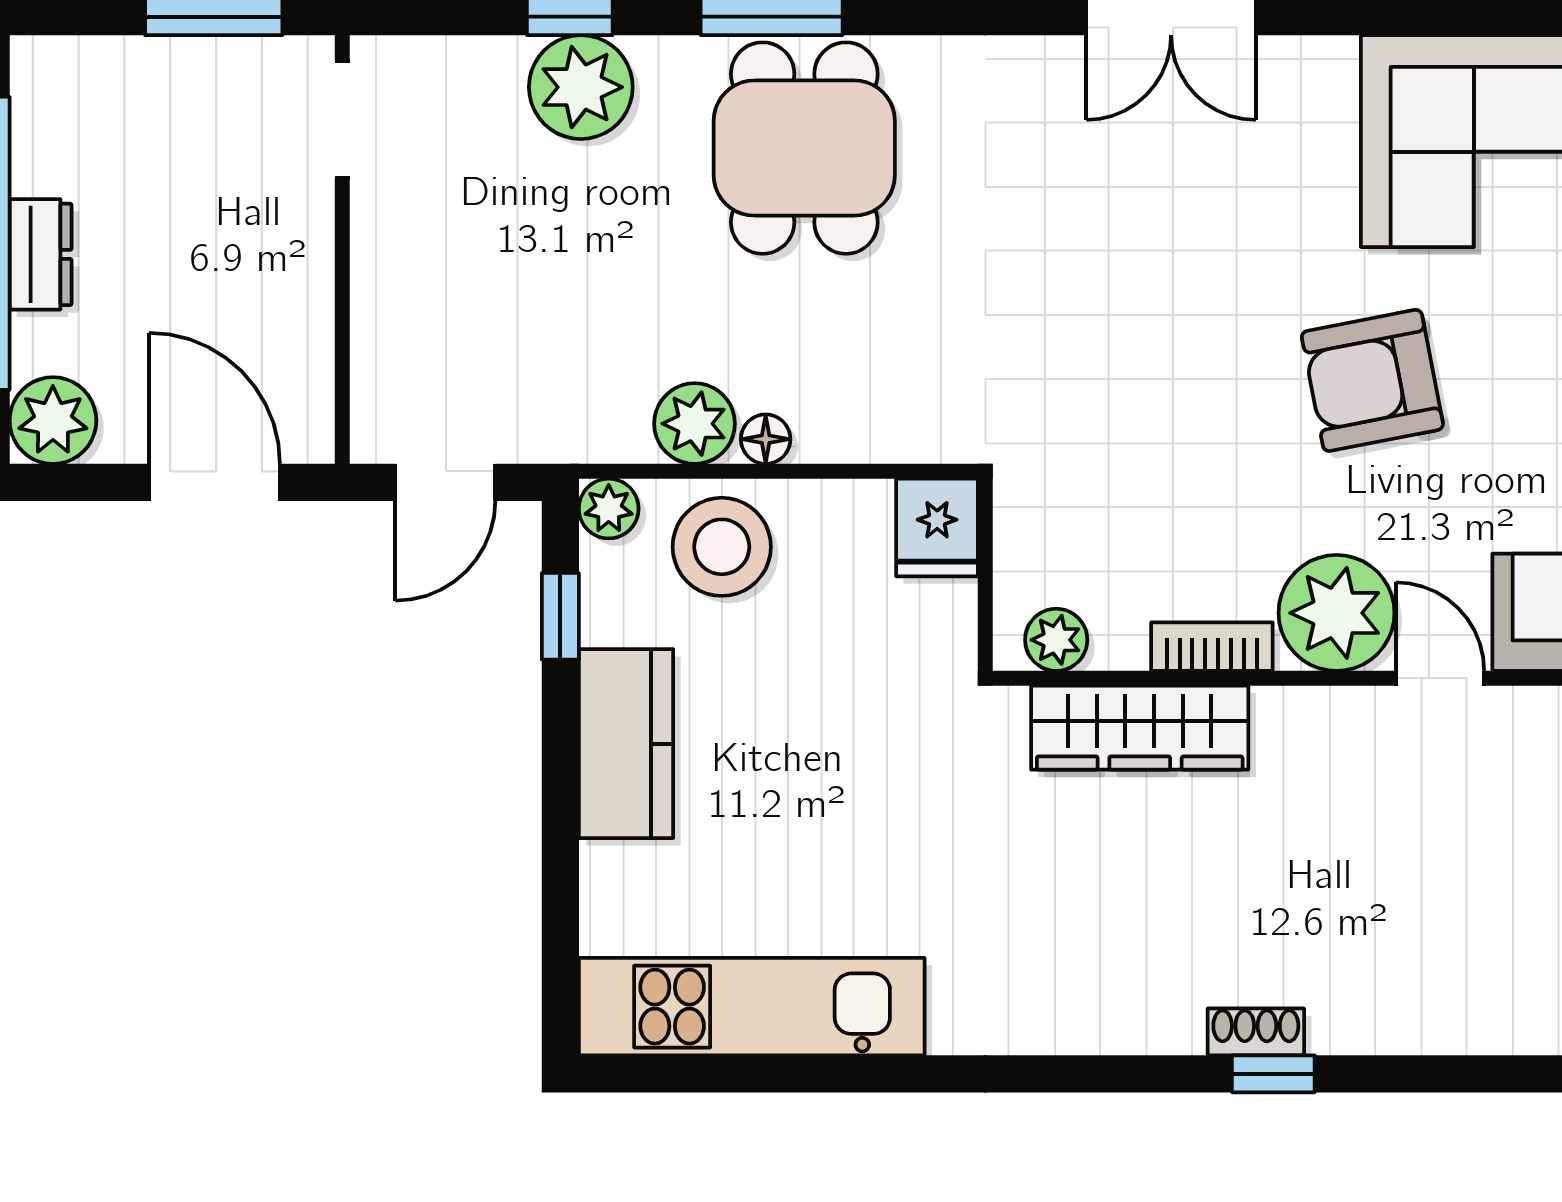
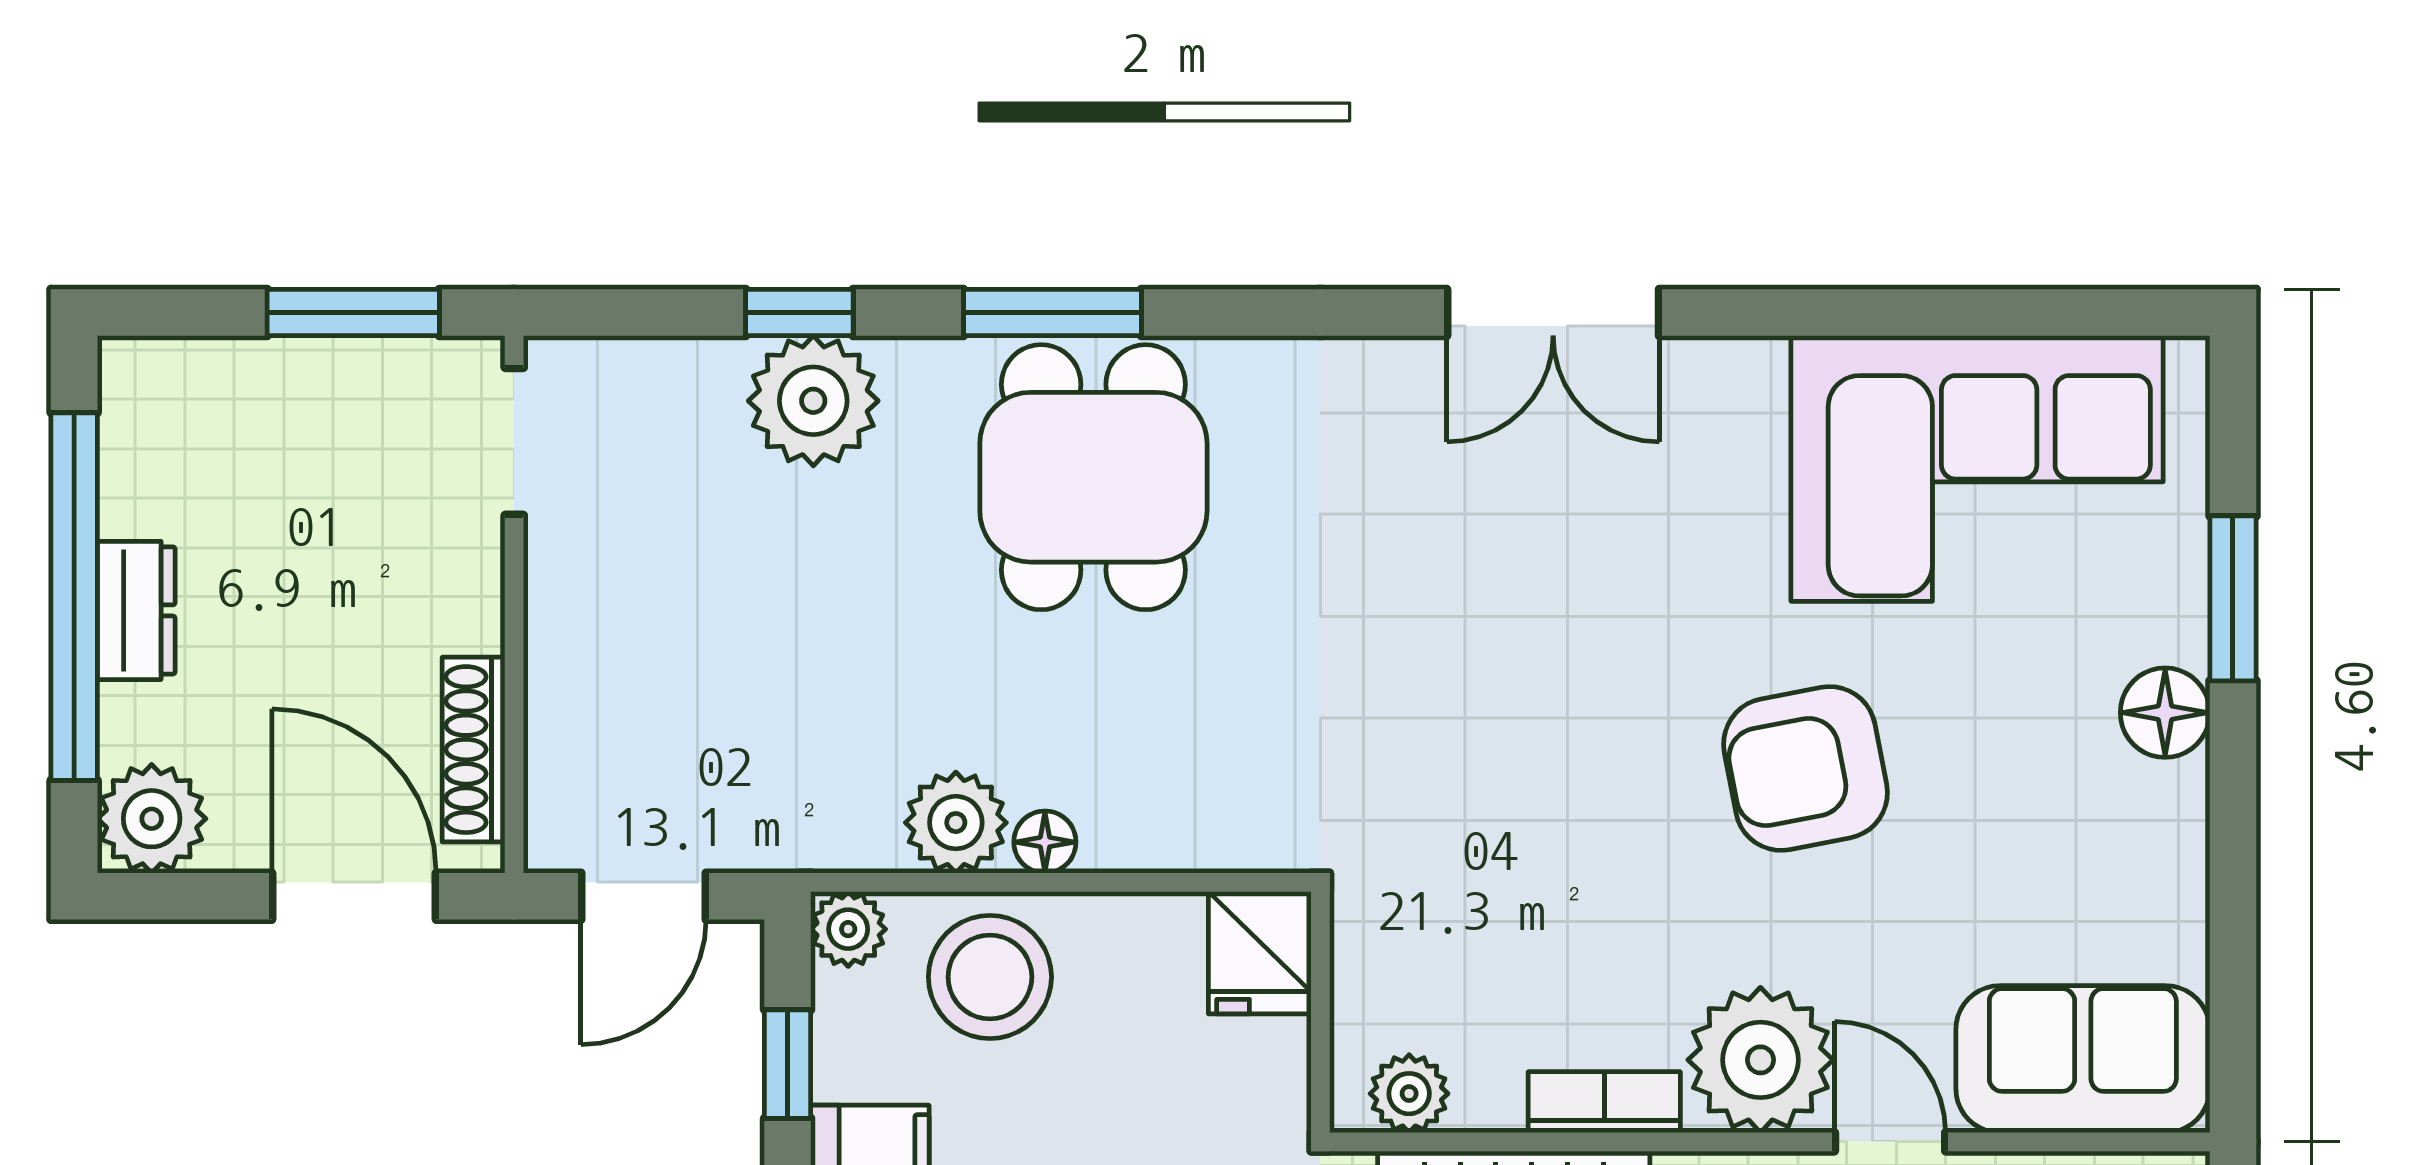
shoe rack: (310, 365) -> (474, 750), added

